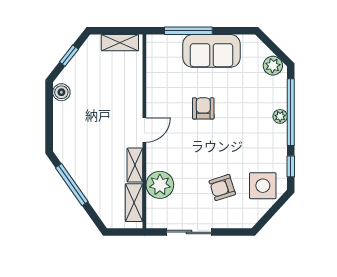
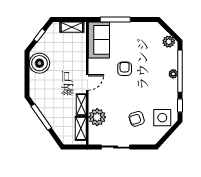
sofa: (211, 51) -> (99, 40), moved, turned -90
boiler: (61, 92) -> (39, 63), width x1.86, depth x1.86

